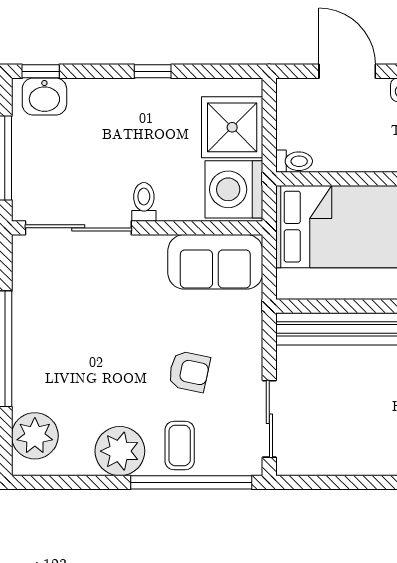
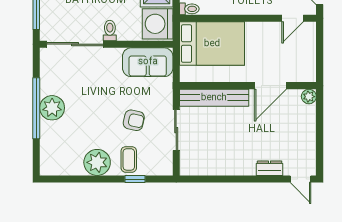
sliding door: (269, 419) -> (176, 130), moved
plant: (35, 436) -> (52, 108), moved
window: (191, 482) -> (135, 179), width x0.32

